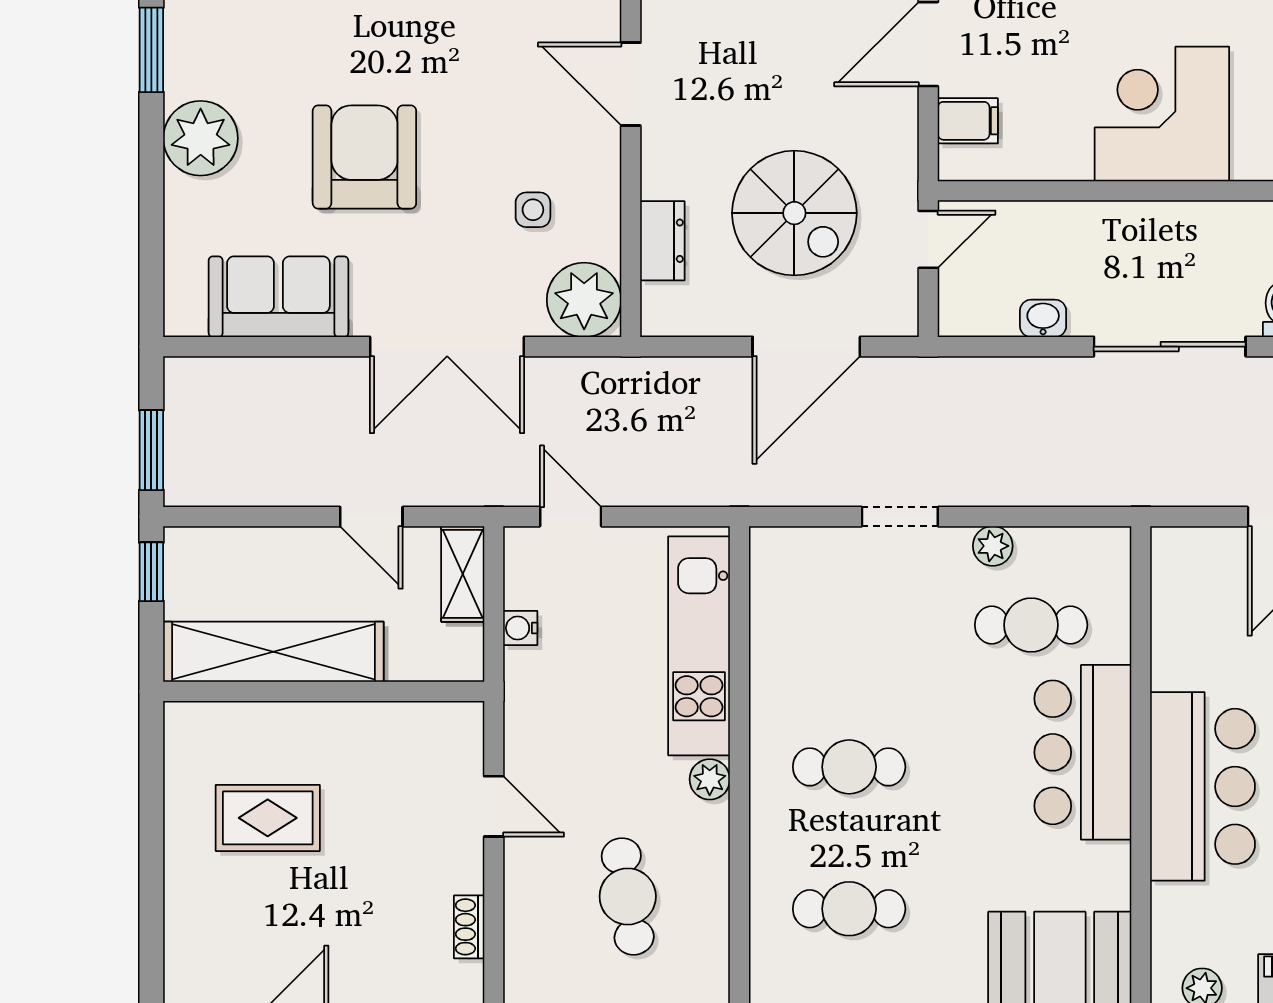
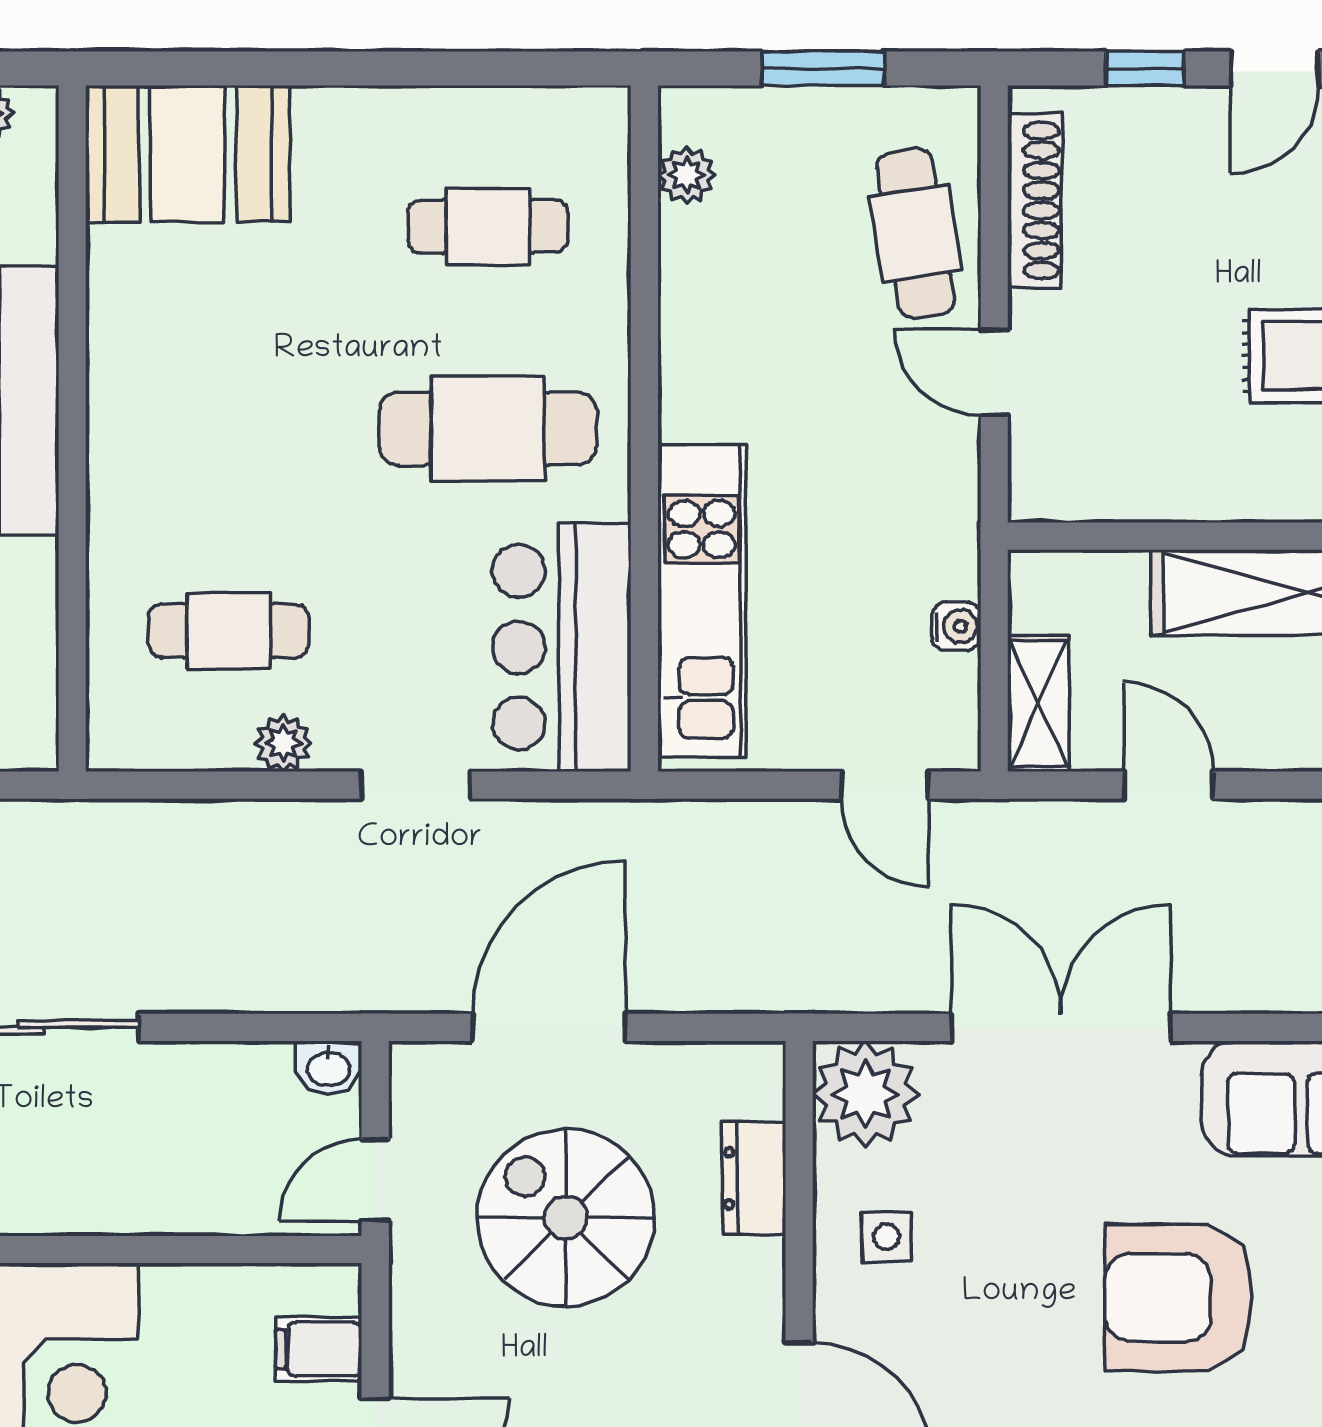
armchair: (364, 157) -> (1179, 1298), turned 90
side table: (533, 210) -> (886, 1237), moved
washbasin: (1043, 318) -> (329, 1068), moved
bar counter: (1083, 752) -> (562, 647), moved, turned 180
cafe table: (849, 767) -> (488, 428), width x1.37, depth x1.35
plant: (710, 779) -> (687, 175), moved
cafe table: (628, 896) -> (916, 233), moved
shoe rack: (469, 927) -> (1035, 200), width x1.94, depth x1.24

